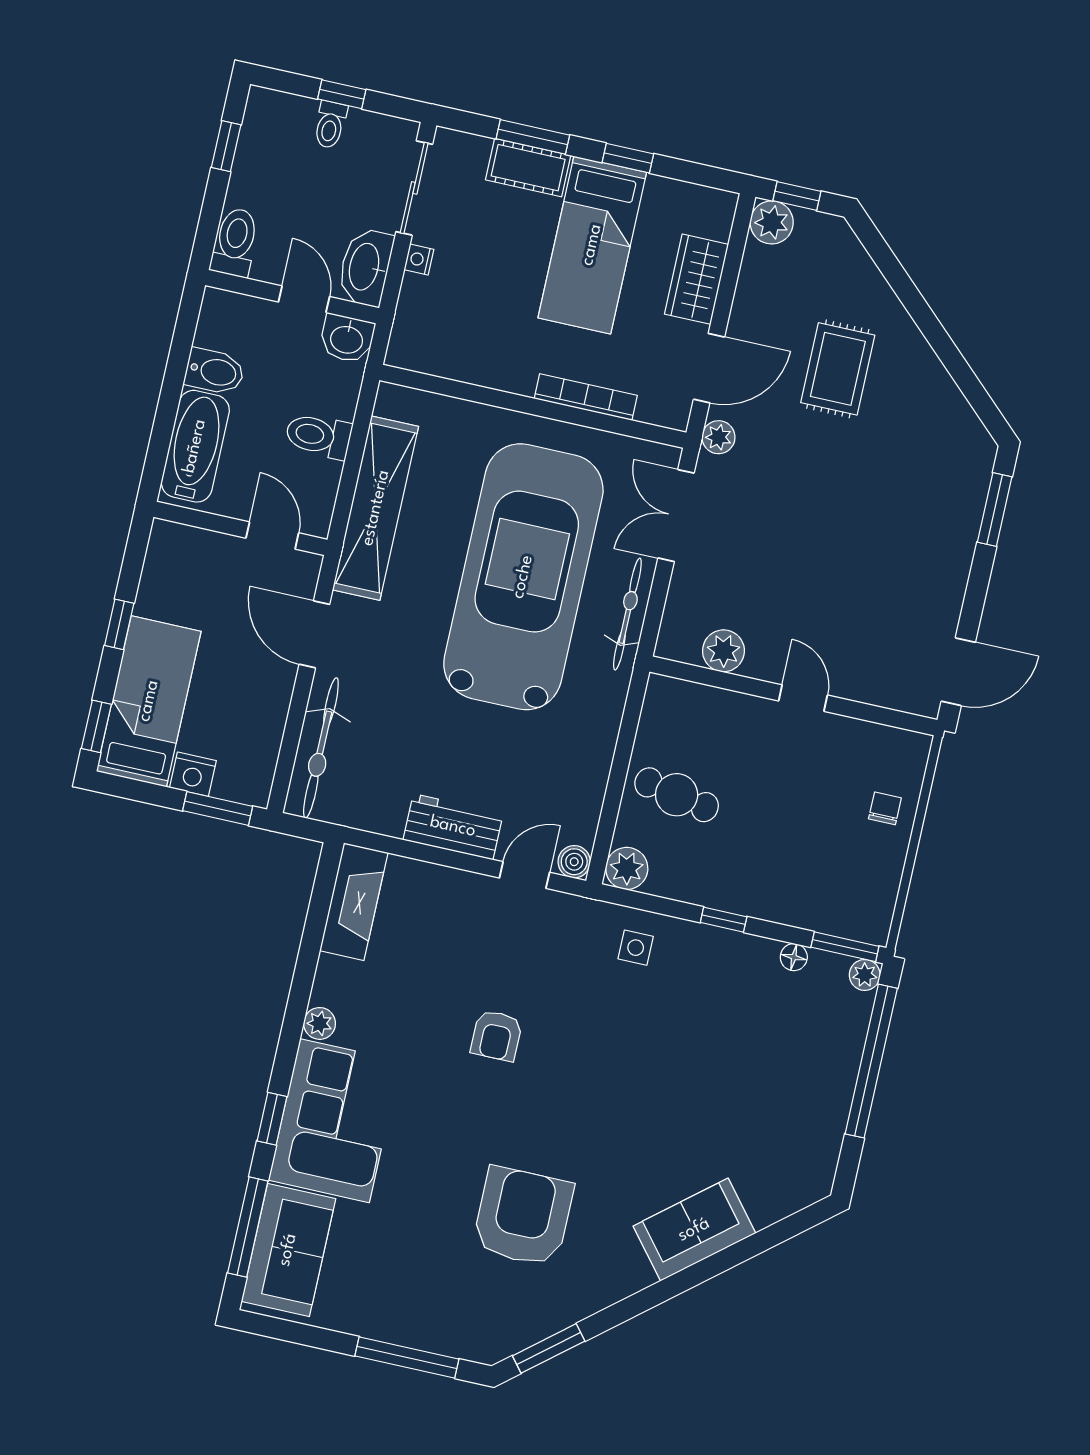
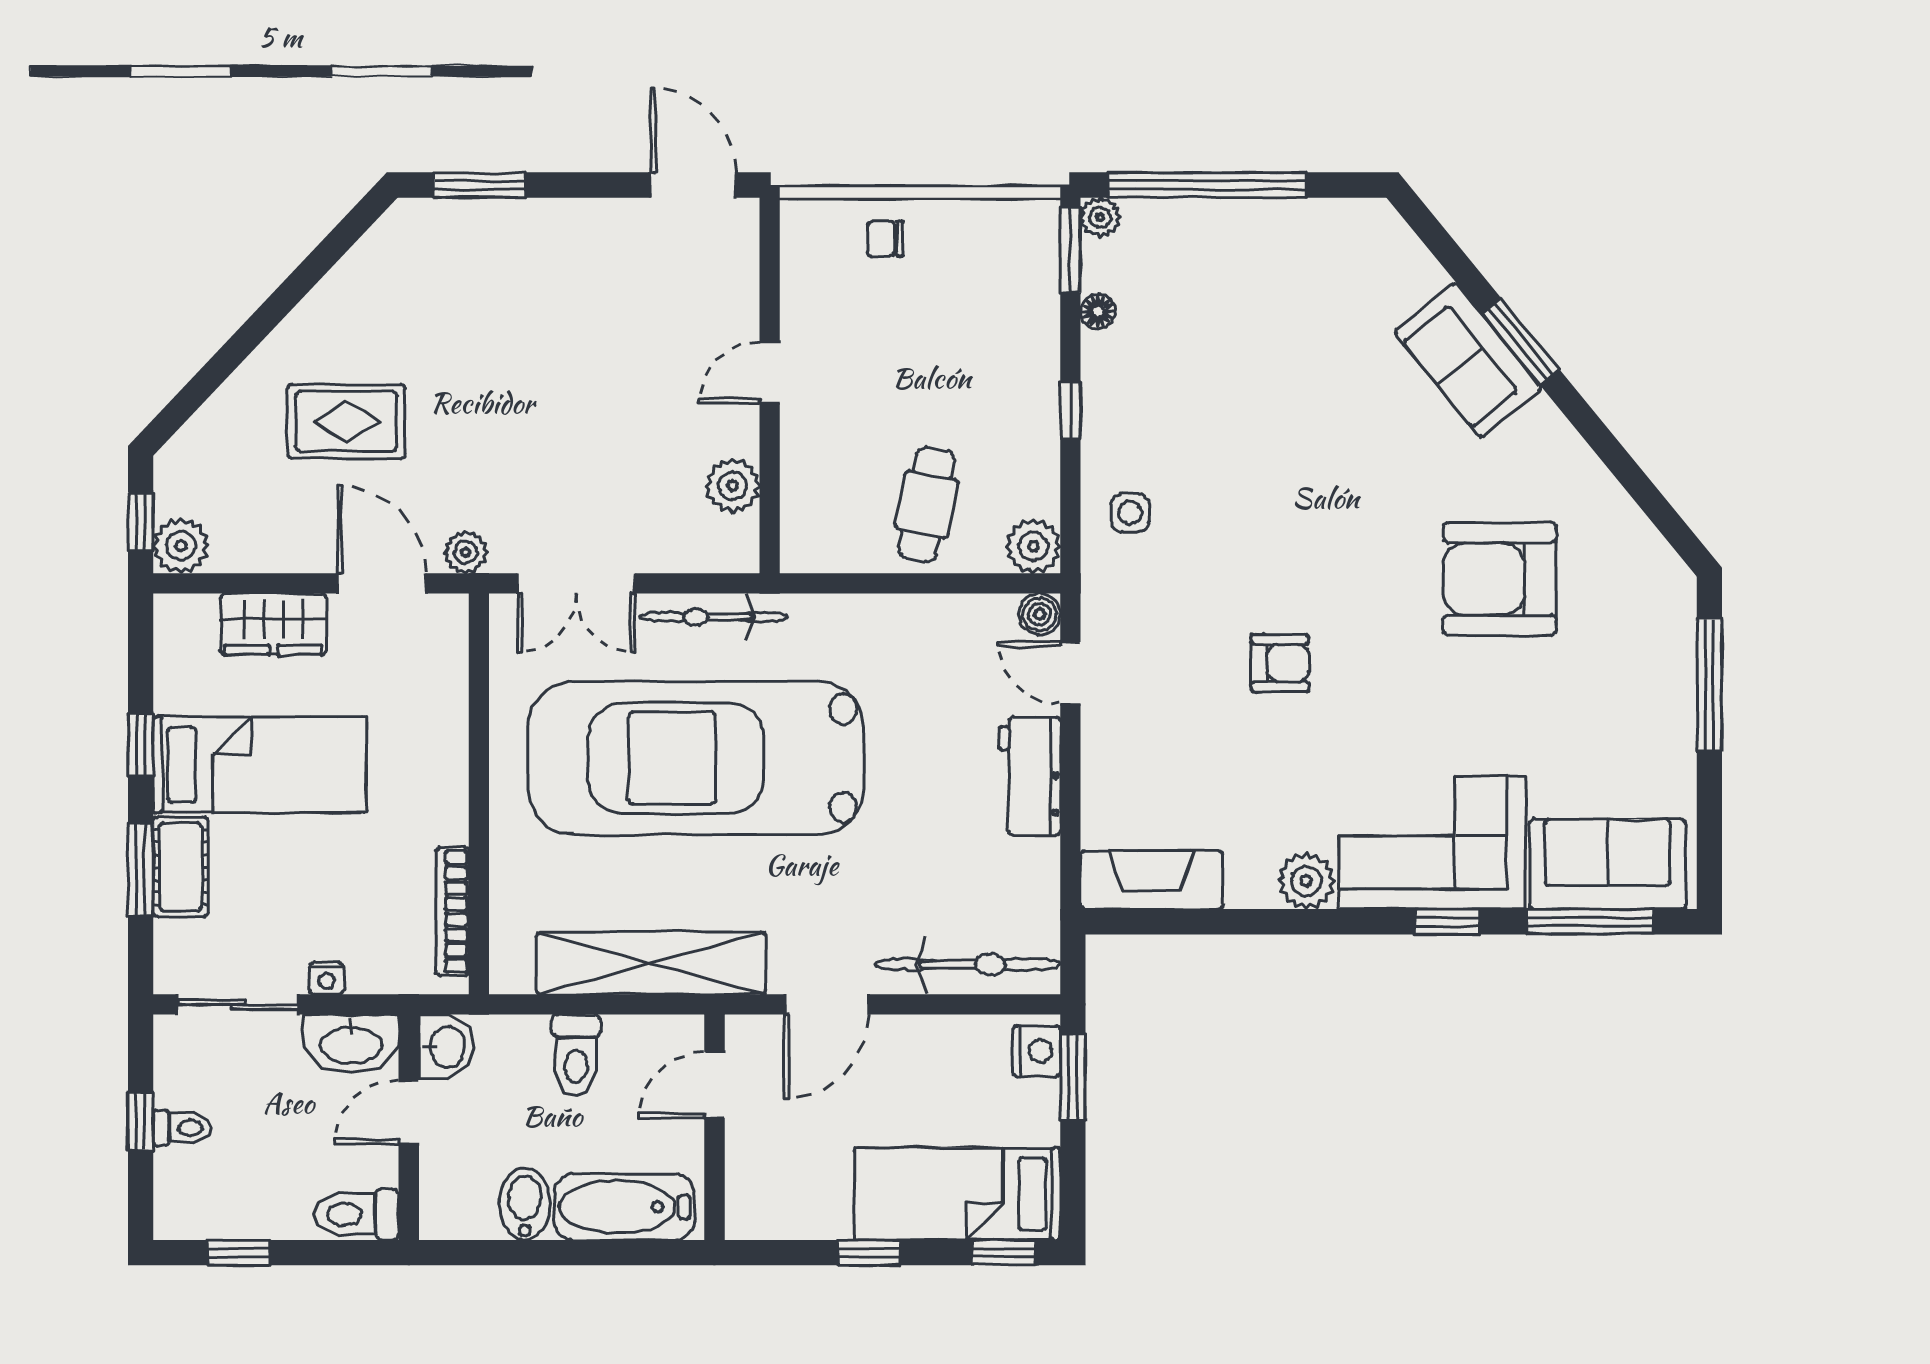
bookcase: (586, 397) -> (452, 912), moved
nightstand: (193, 774) -> (1037, 1051), moved
plant: (320, 1023) -> (1307, 881), width x1.38, depth x1.38
window: (549, 1348) -> (1521, 342), moved

